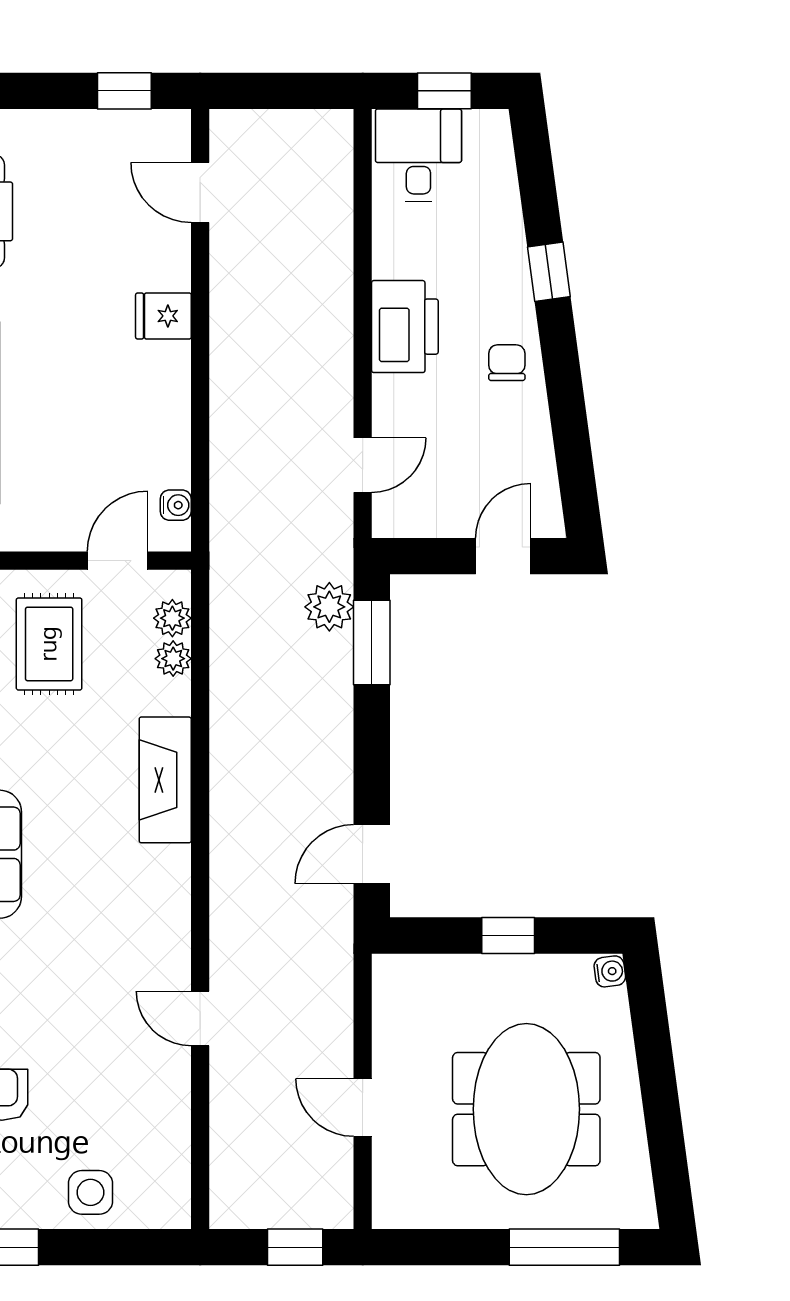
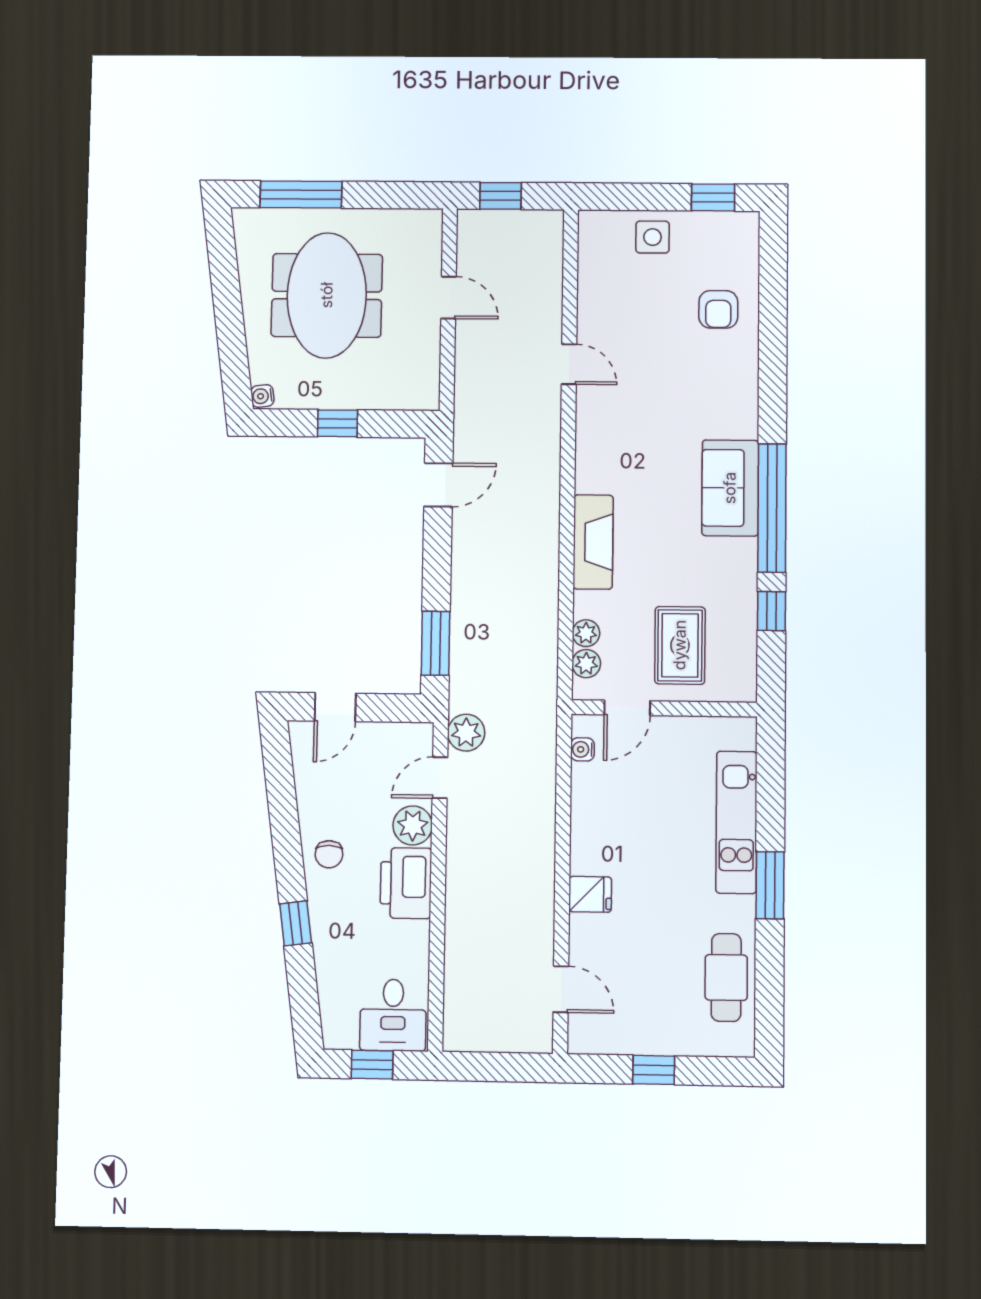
window: (124, 91) -> (654, 1070), moved
plant: (397, 402) -> (413, 825), added
plant: (329, 607) -> (466, 733), moved

